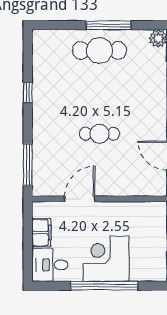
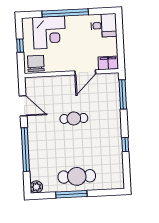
chair: (150, 216) -> (36, 63), added
filing cabinet: (41, 233) -> (108, 63), moved, turned 90
corner desk: (106, 259) -> (49, 33), moved

